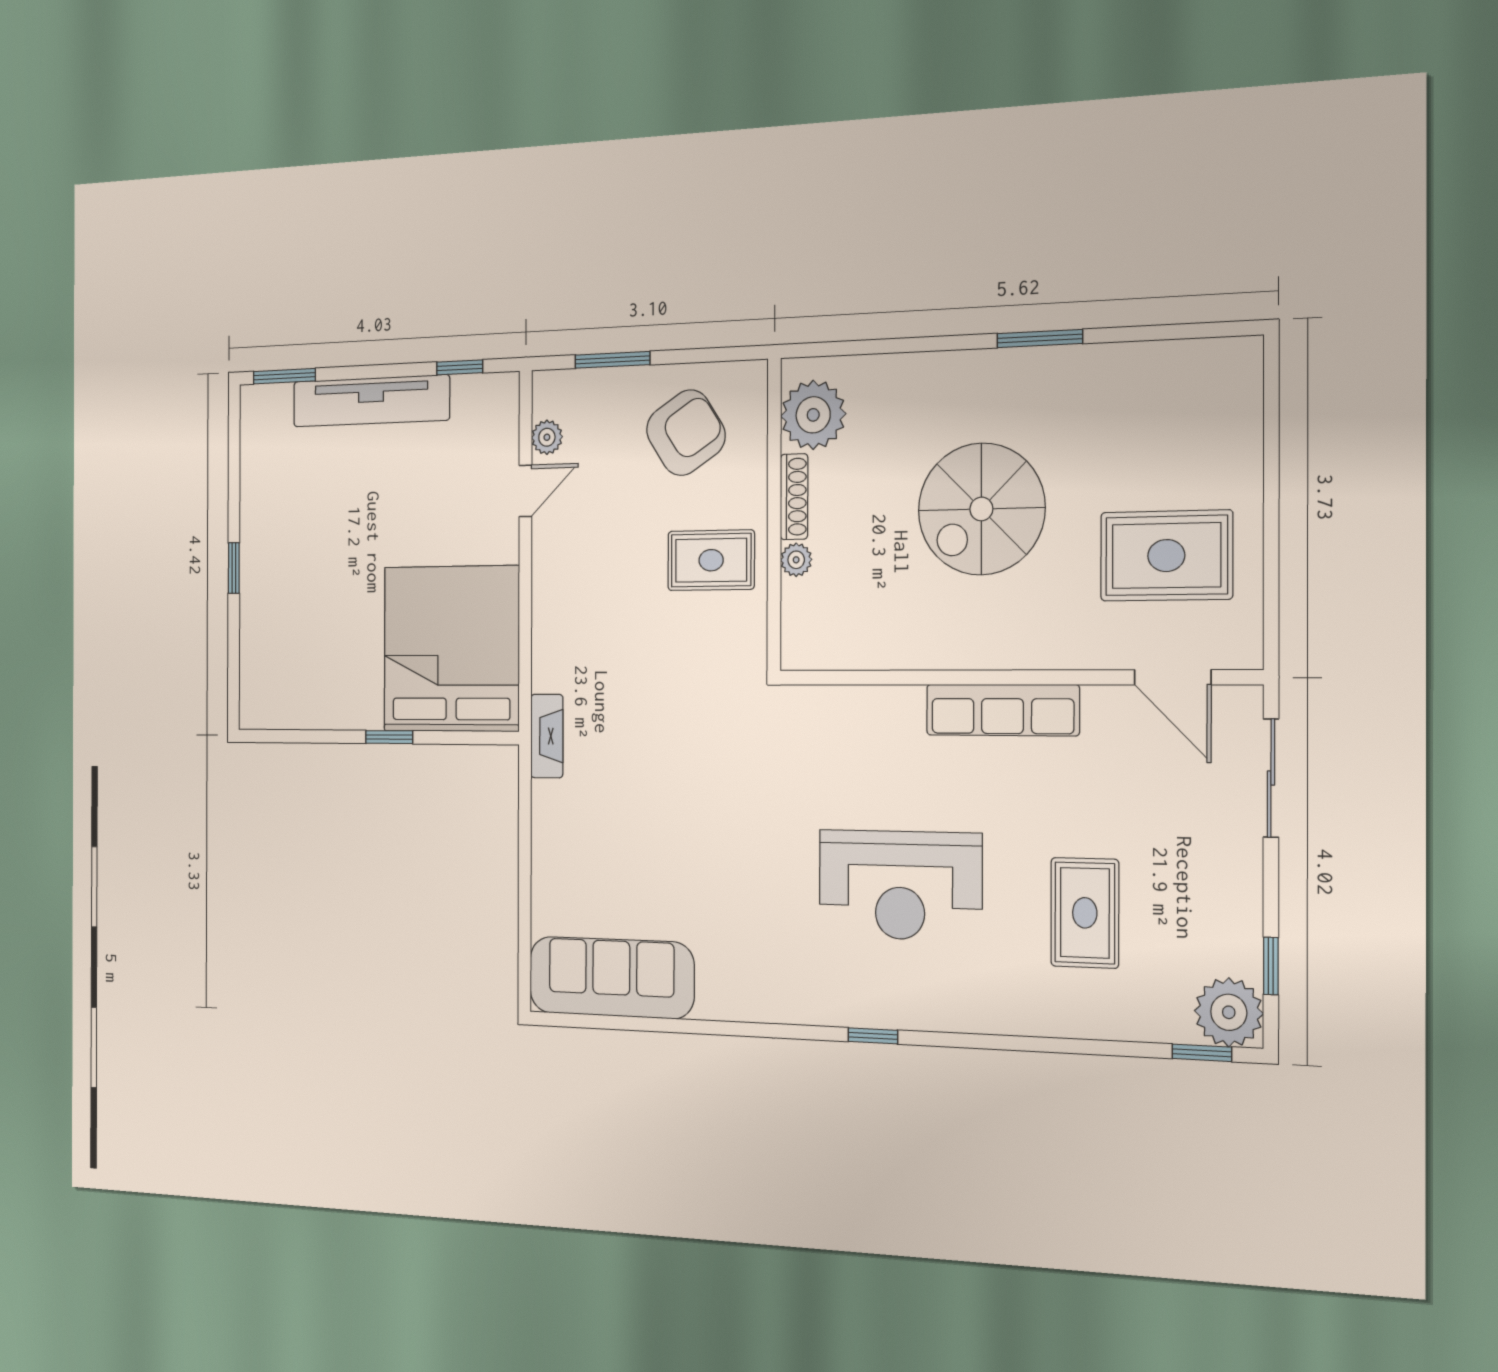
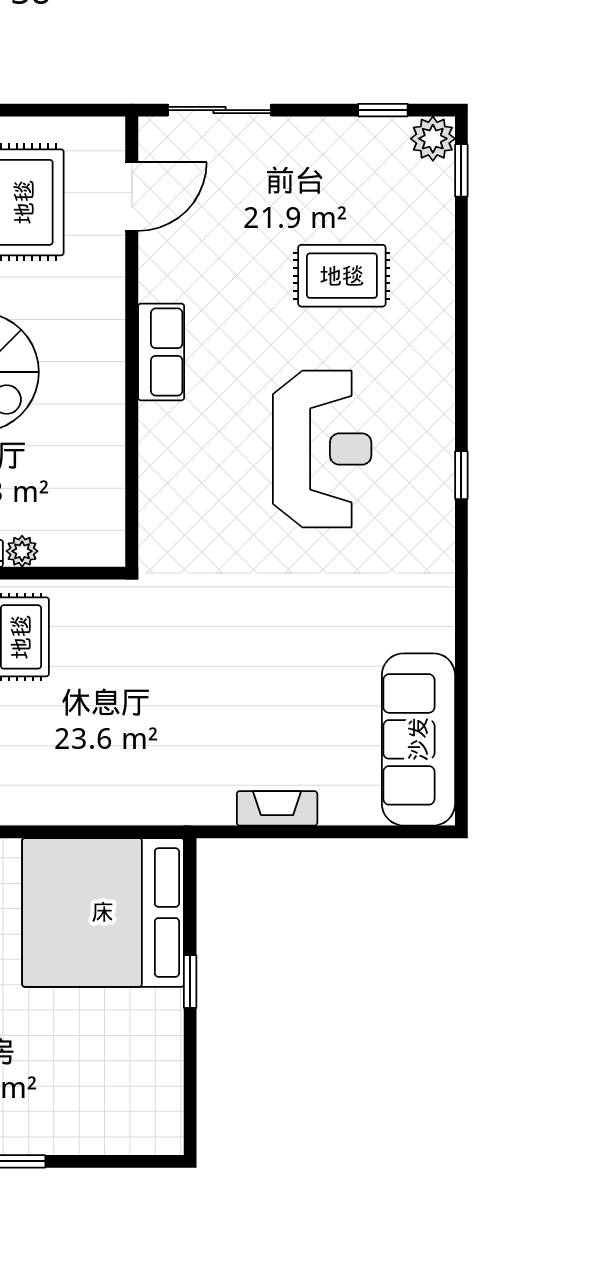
row of seats: (1002, 710) -> (161, 352), width x0.68
fireplace: (547, 736) -> (277, 808), moved
plant: (1229, 1012) -> (433, 139), width x0.73, depth x0.73

